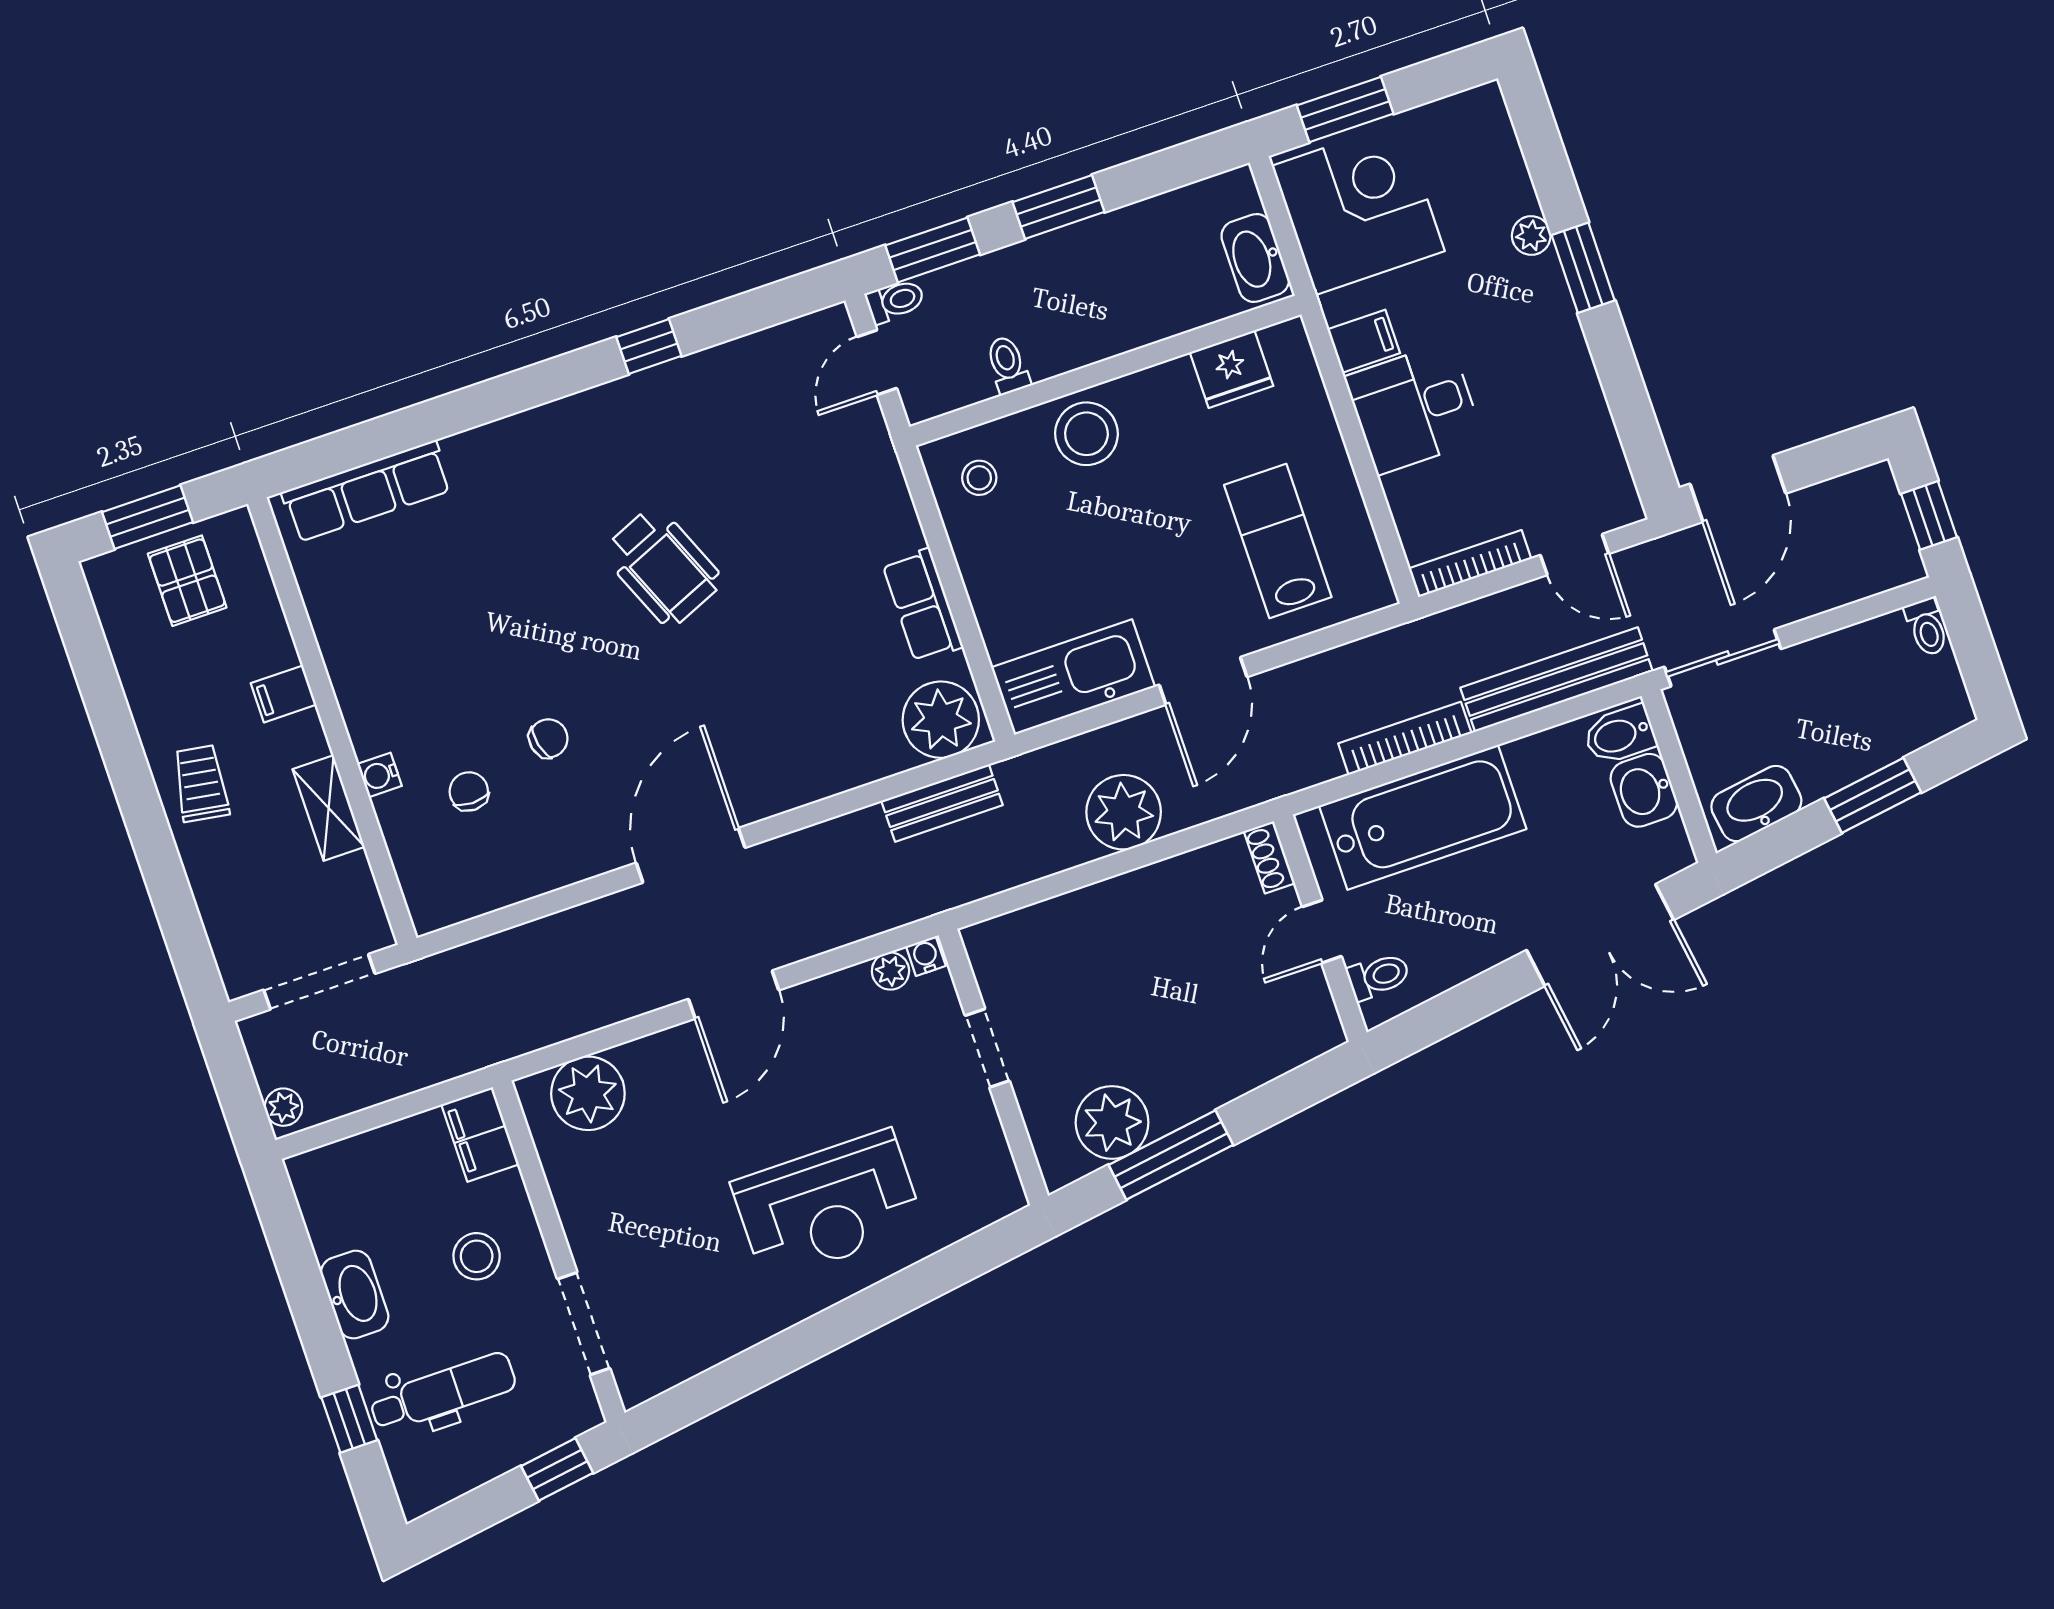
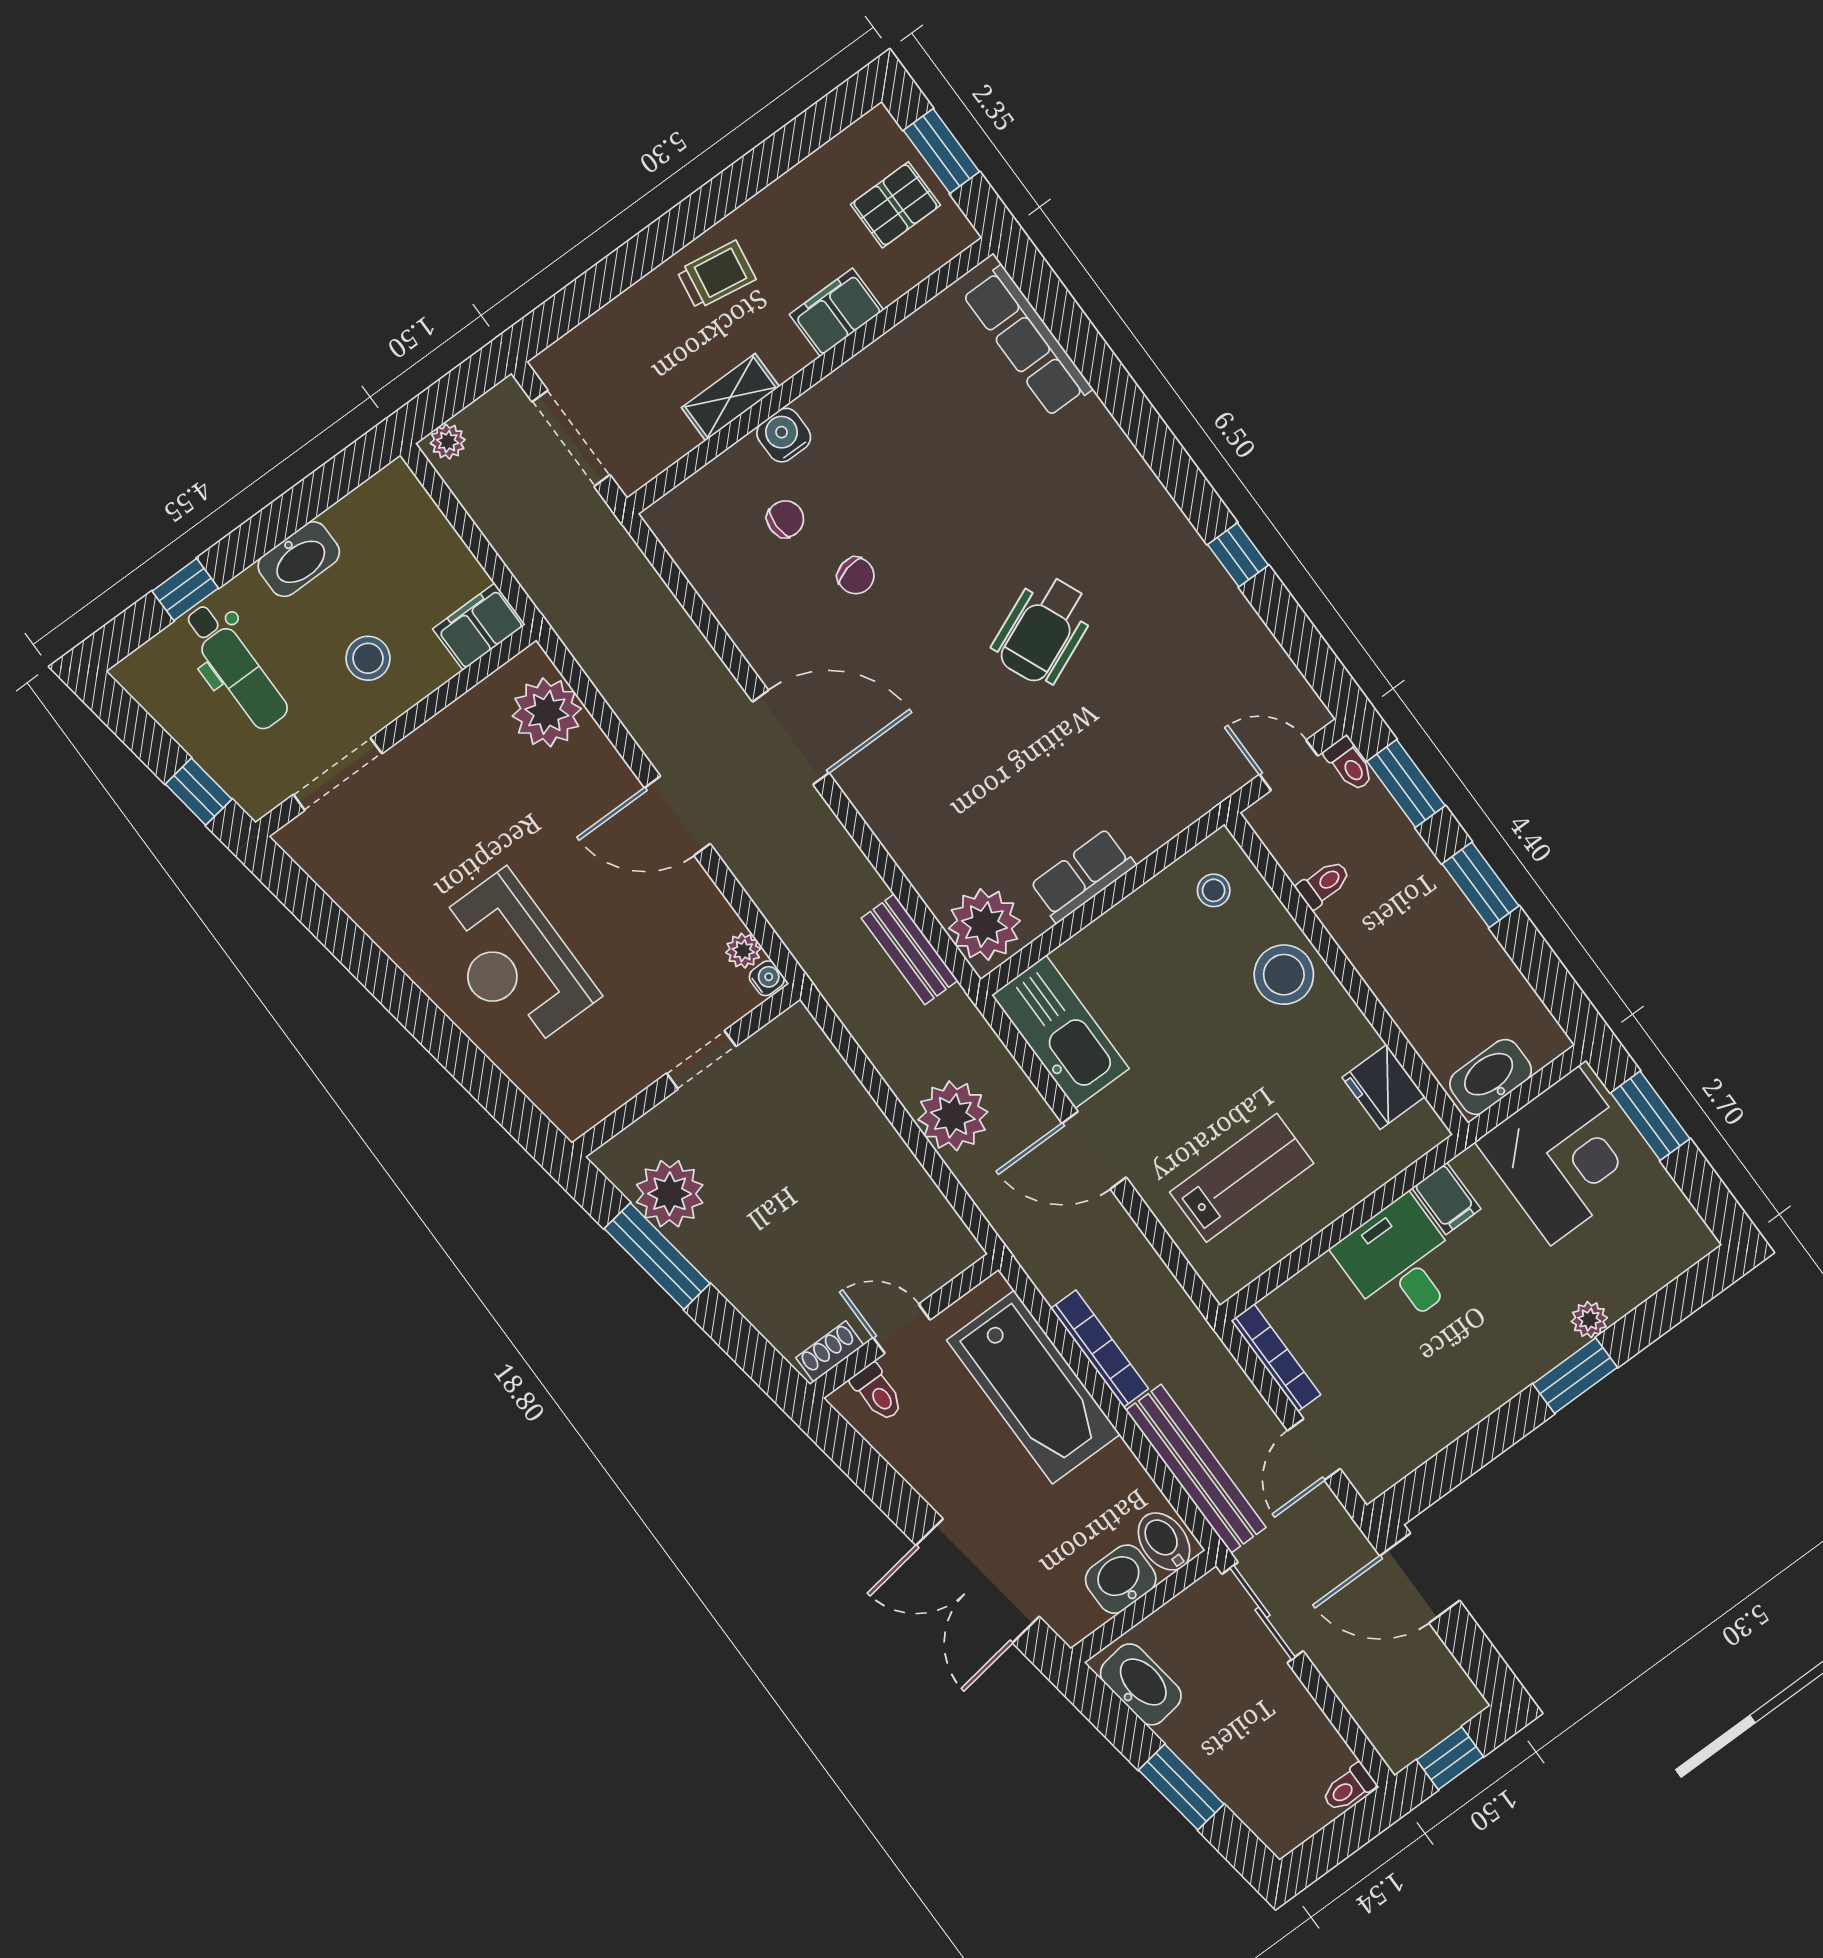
filing cabinet: (283, 694) -> (836, 312), width x2.00
water cooler: (380, 775) -> (784, 435), width x1.38, depth x1.38
shoe rack: (1269, 857) -> (830, 1351), moved

